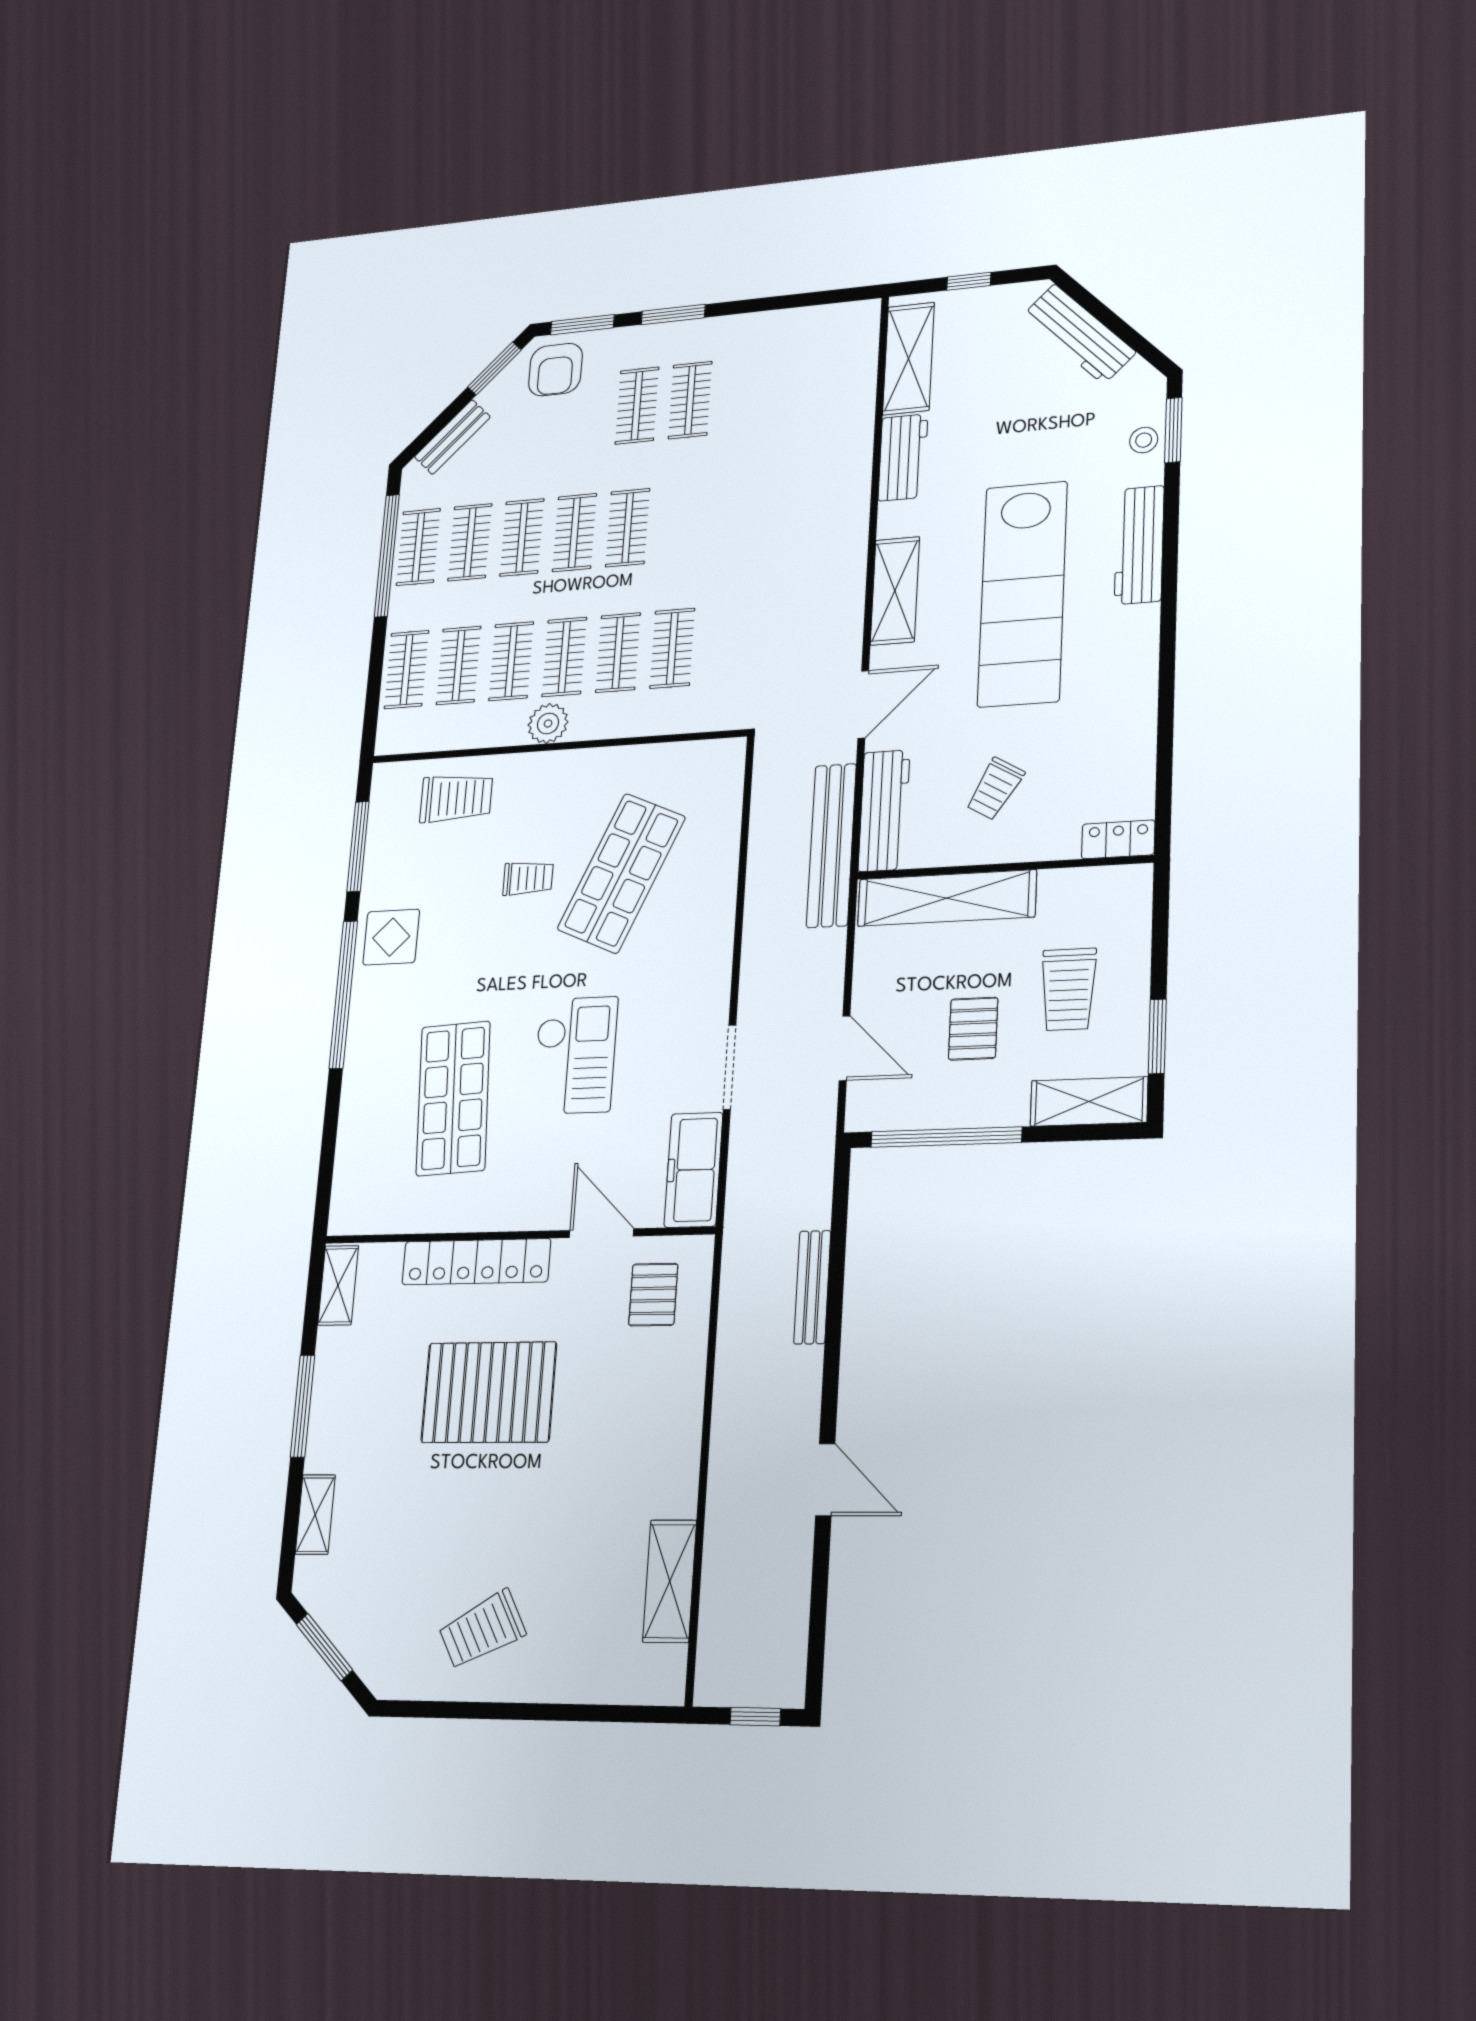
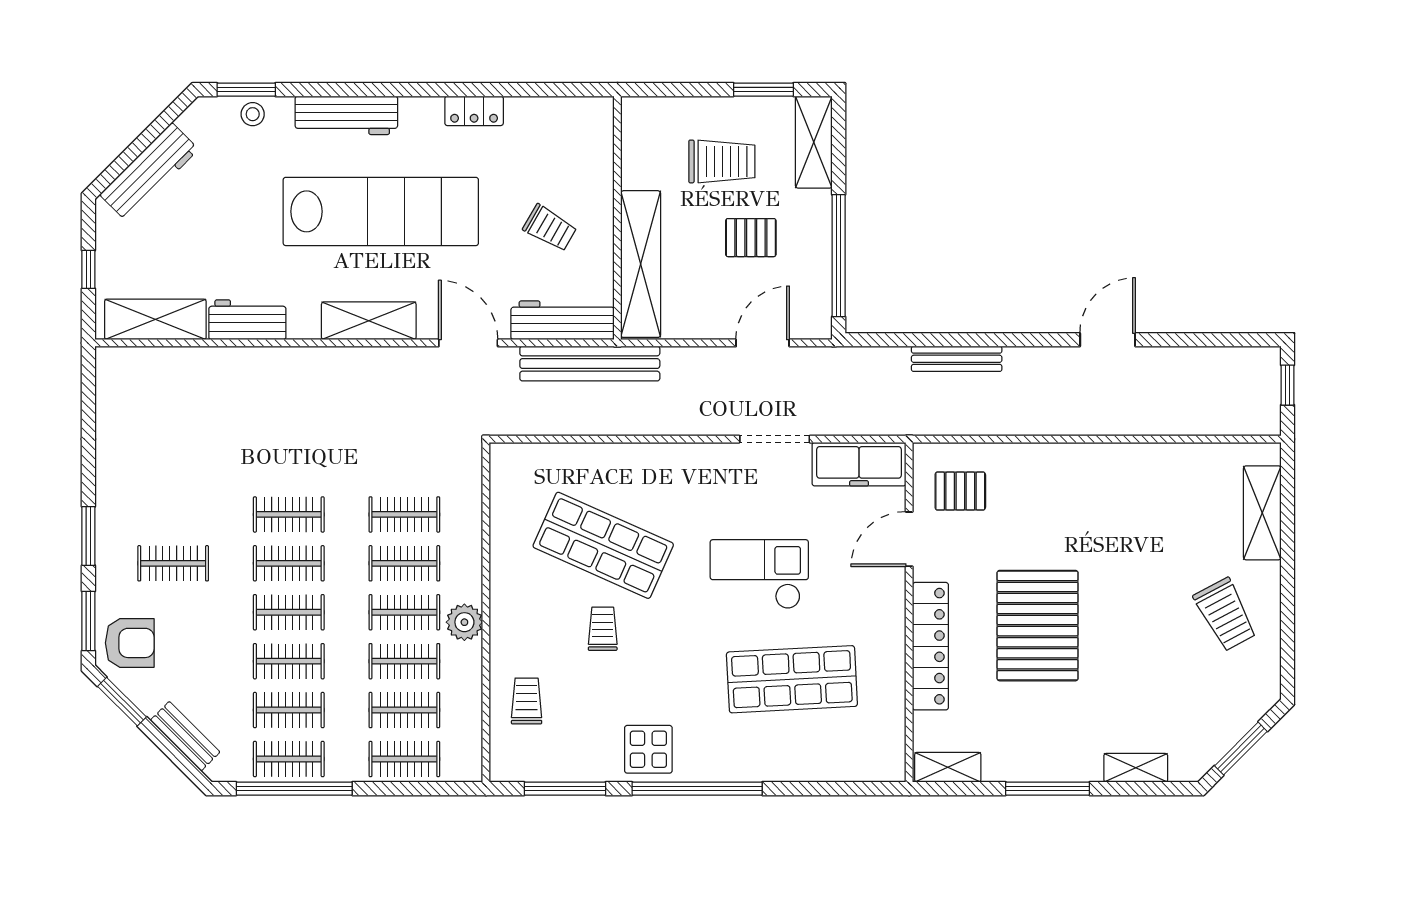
clothes rail: (690, 400) -> (289, 514), moved
trolley: (456, 798) -> (527, 701), width x0.73, depth x0.72
locker: (1118, 839) -> (474, 111), moved, turned -90
shelving: (670, 1581) -> (1262, 513), moved, turned 90

